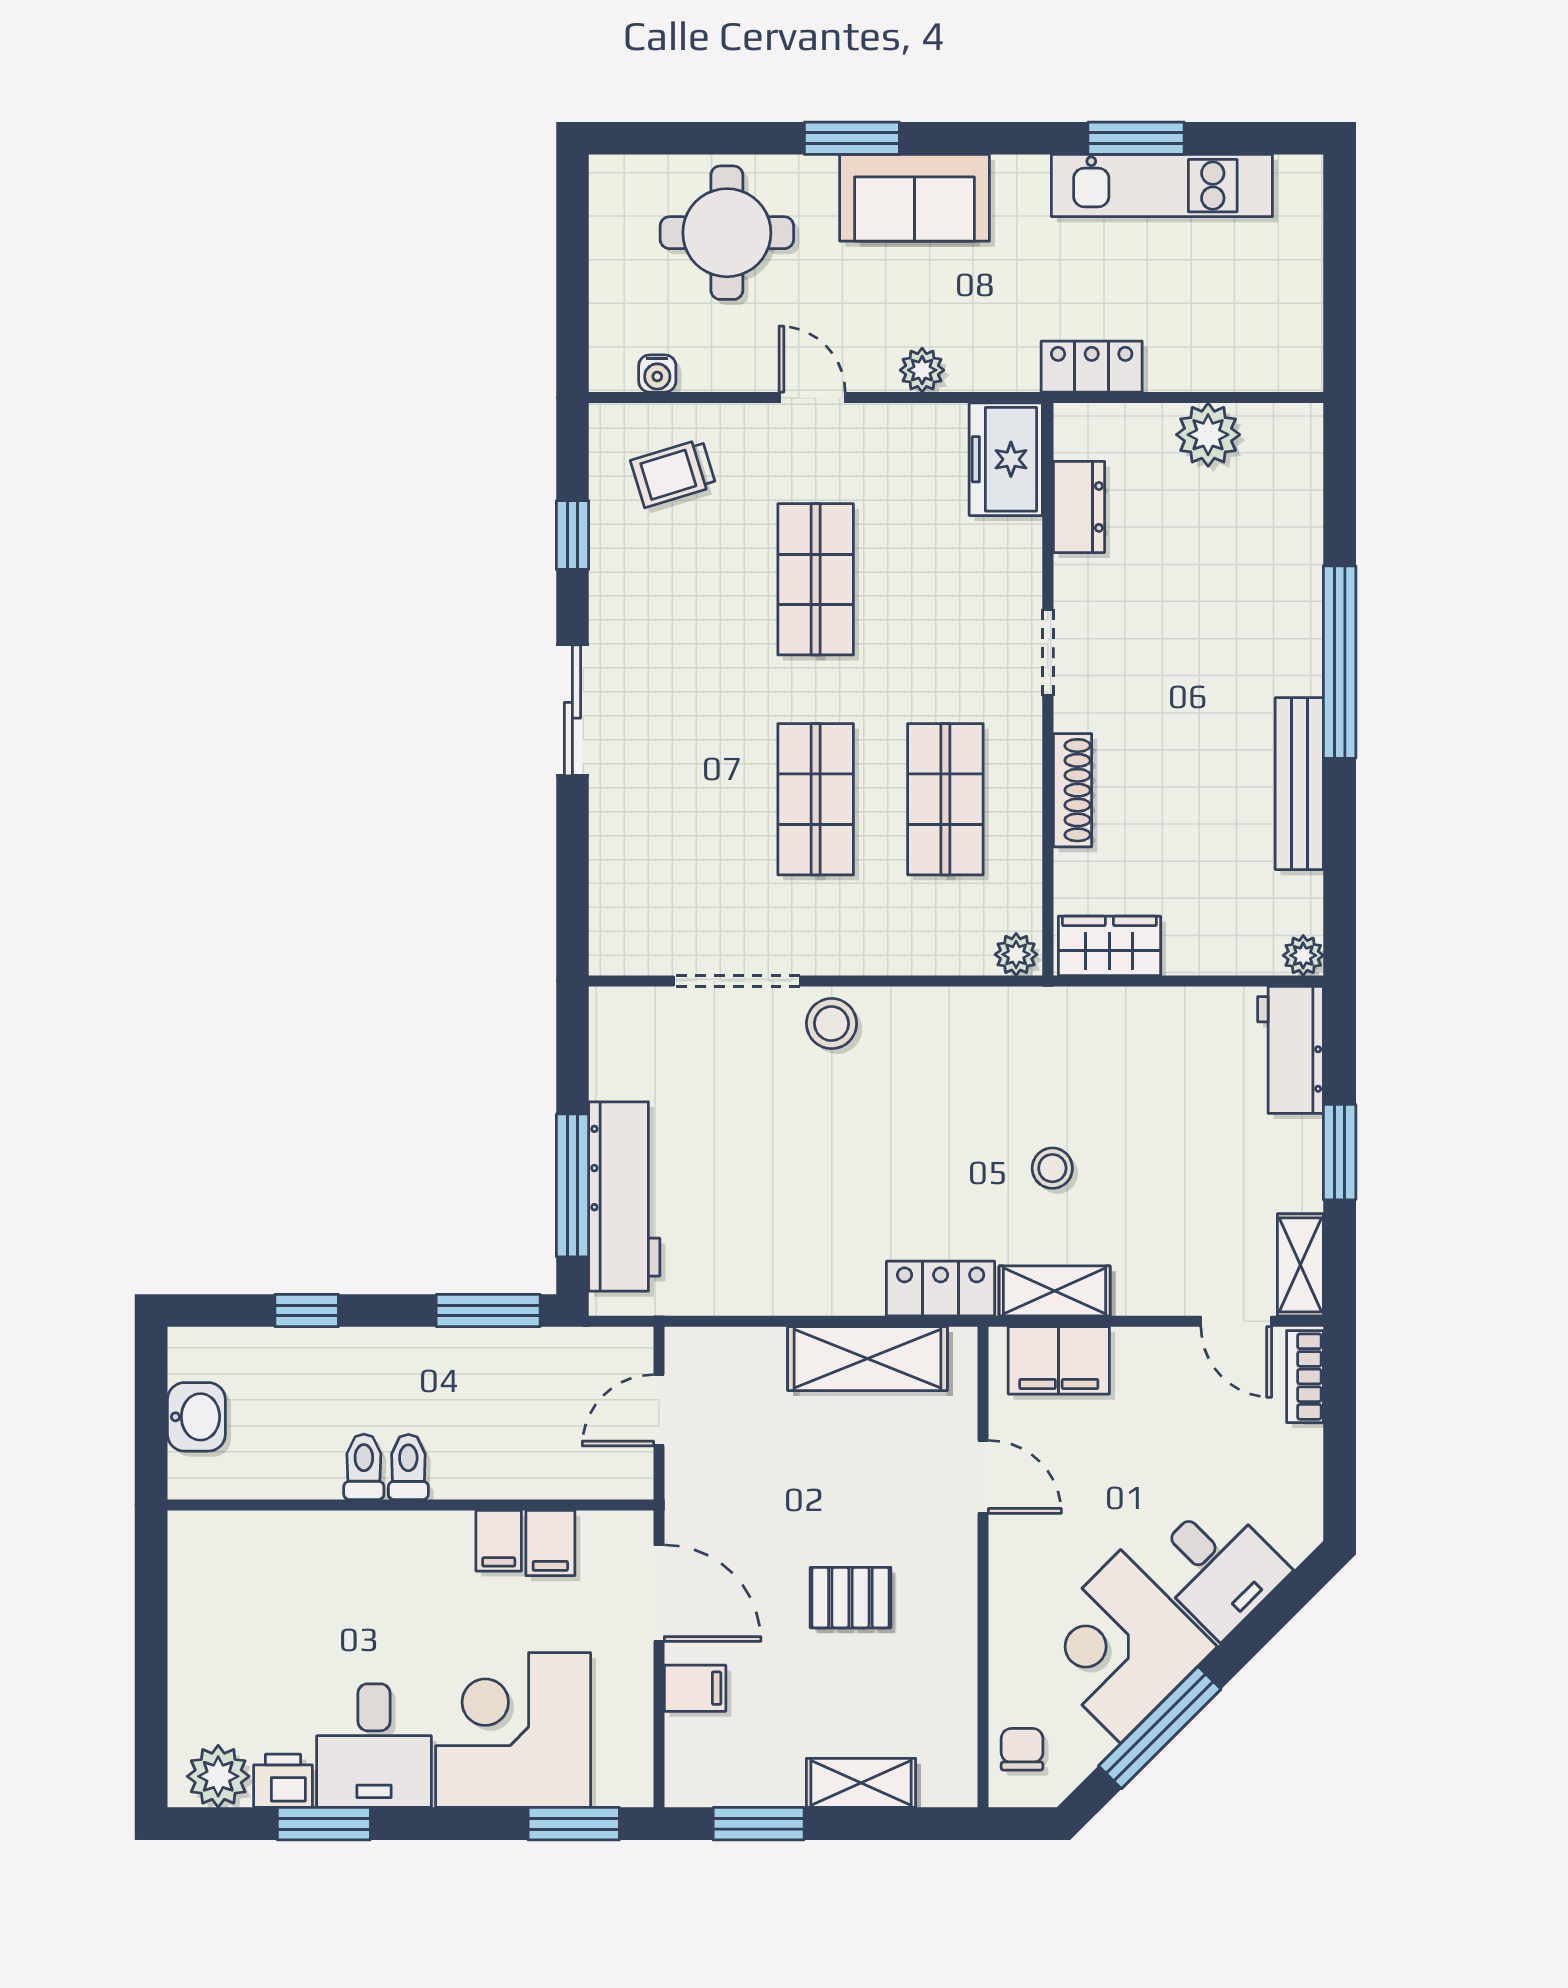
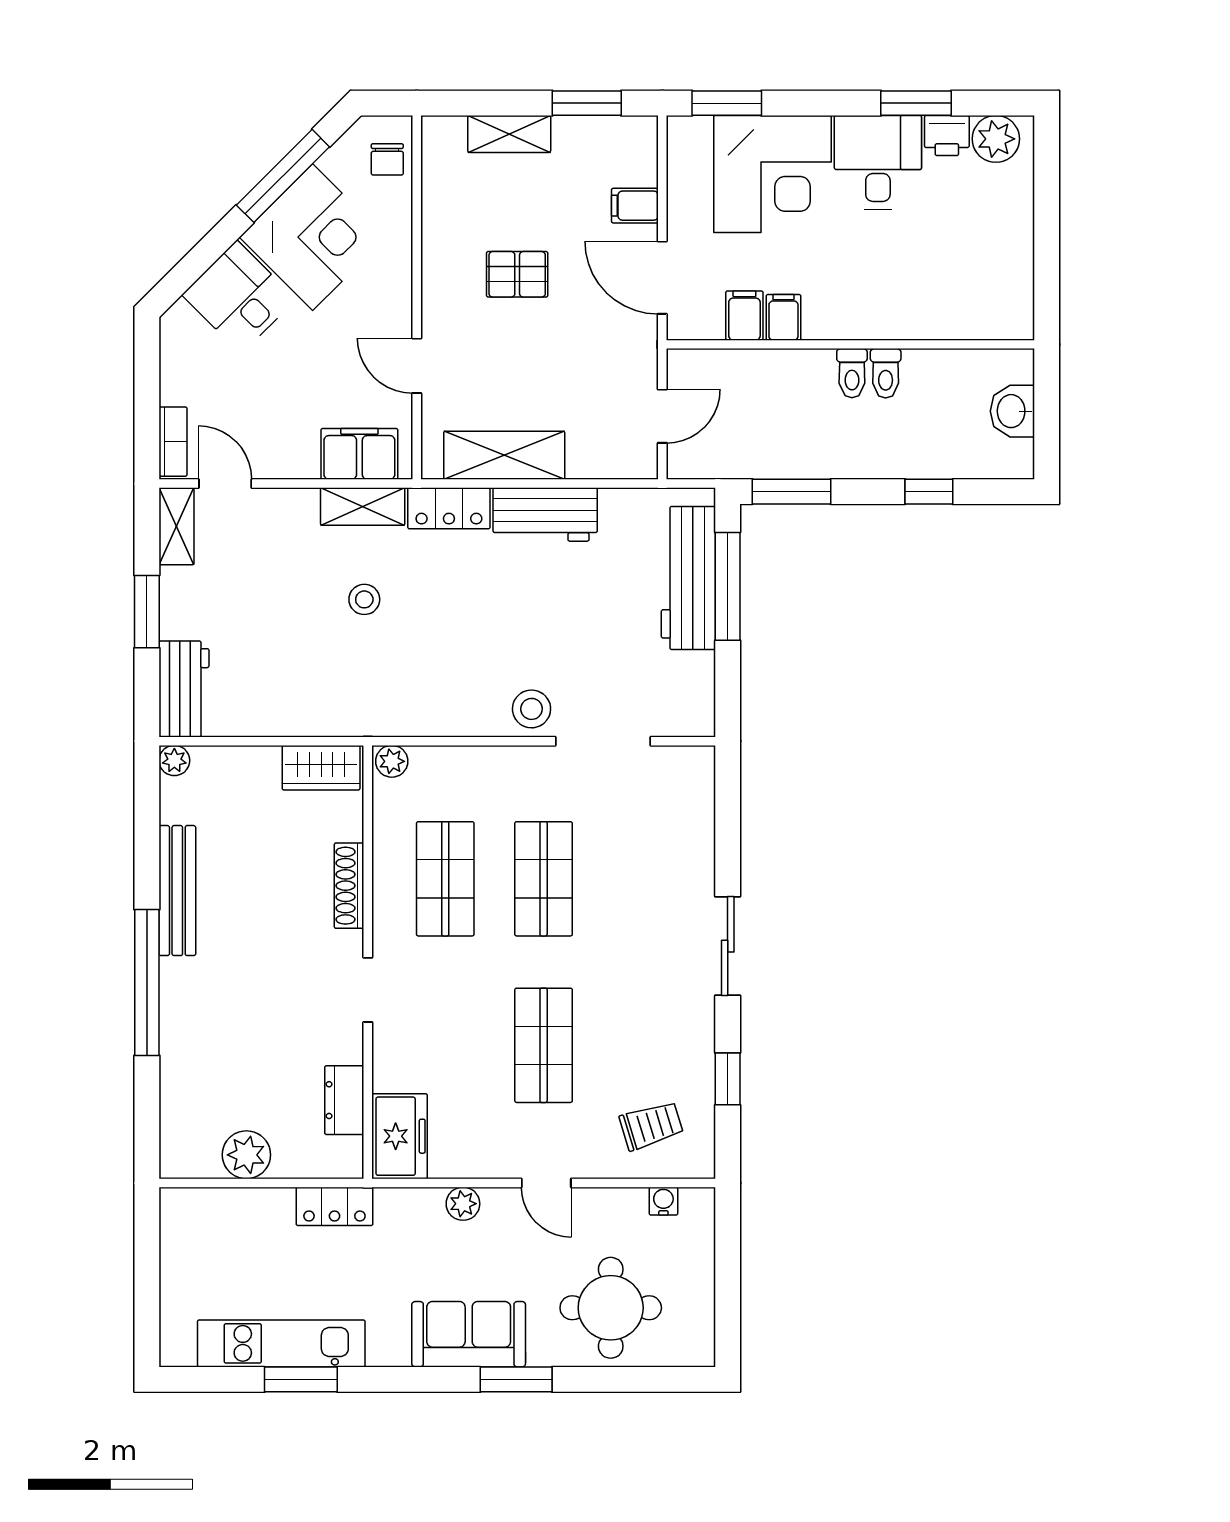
workbench: (813, 1280) -> (545, 514), added

